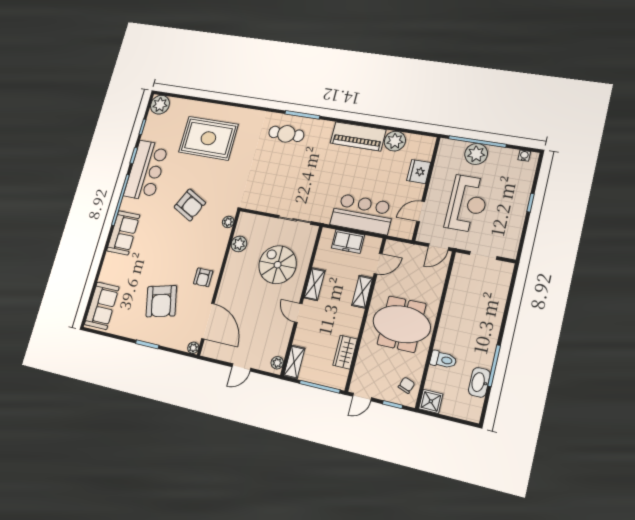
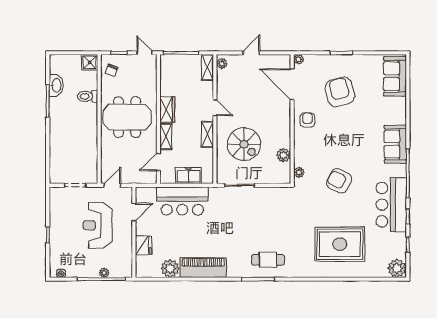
plant: (476, 154) -> (104, 273), width x0.53, depth x0.53
wardrobe: (345, 352) -> (167, 110), moved
door: (362, 397) -> (145, 53), hinge flipped

